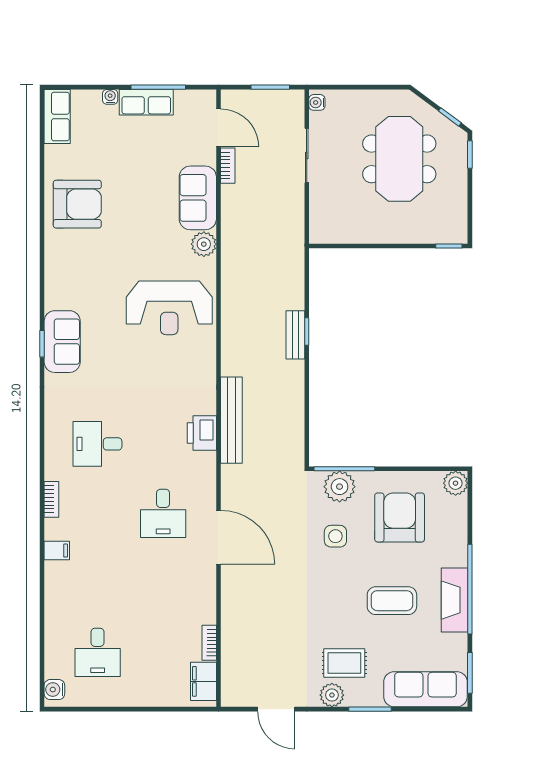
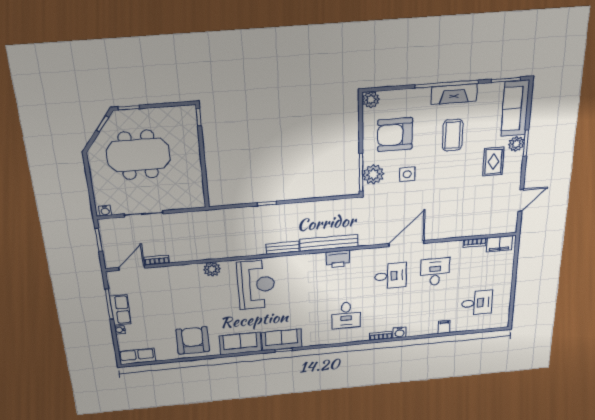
sofa: (198, 198) -> (240, 344), moved, turned 180
bench: (295, 335) -> (283, 248), moved
filing cabinet: (57, 551) -> (444, 327), moved
desk: (163, 583) -> (435, 272), added
water cooler: (54, 690) -> (400, 332), moved
plant: (332, 695) -> (516, 144), moved

